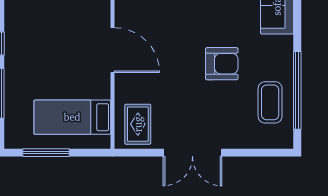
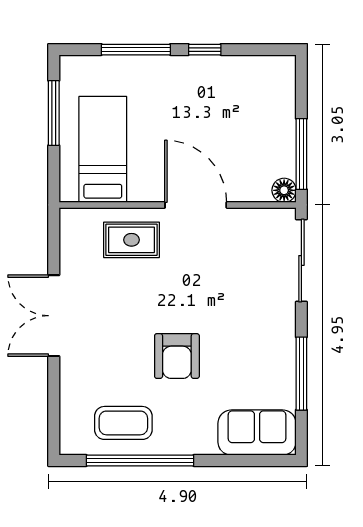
door: (113, 50) -> (196, 205), swing flipped
rug: (138, 124) -> (132, 240), moved

